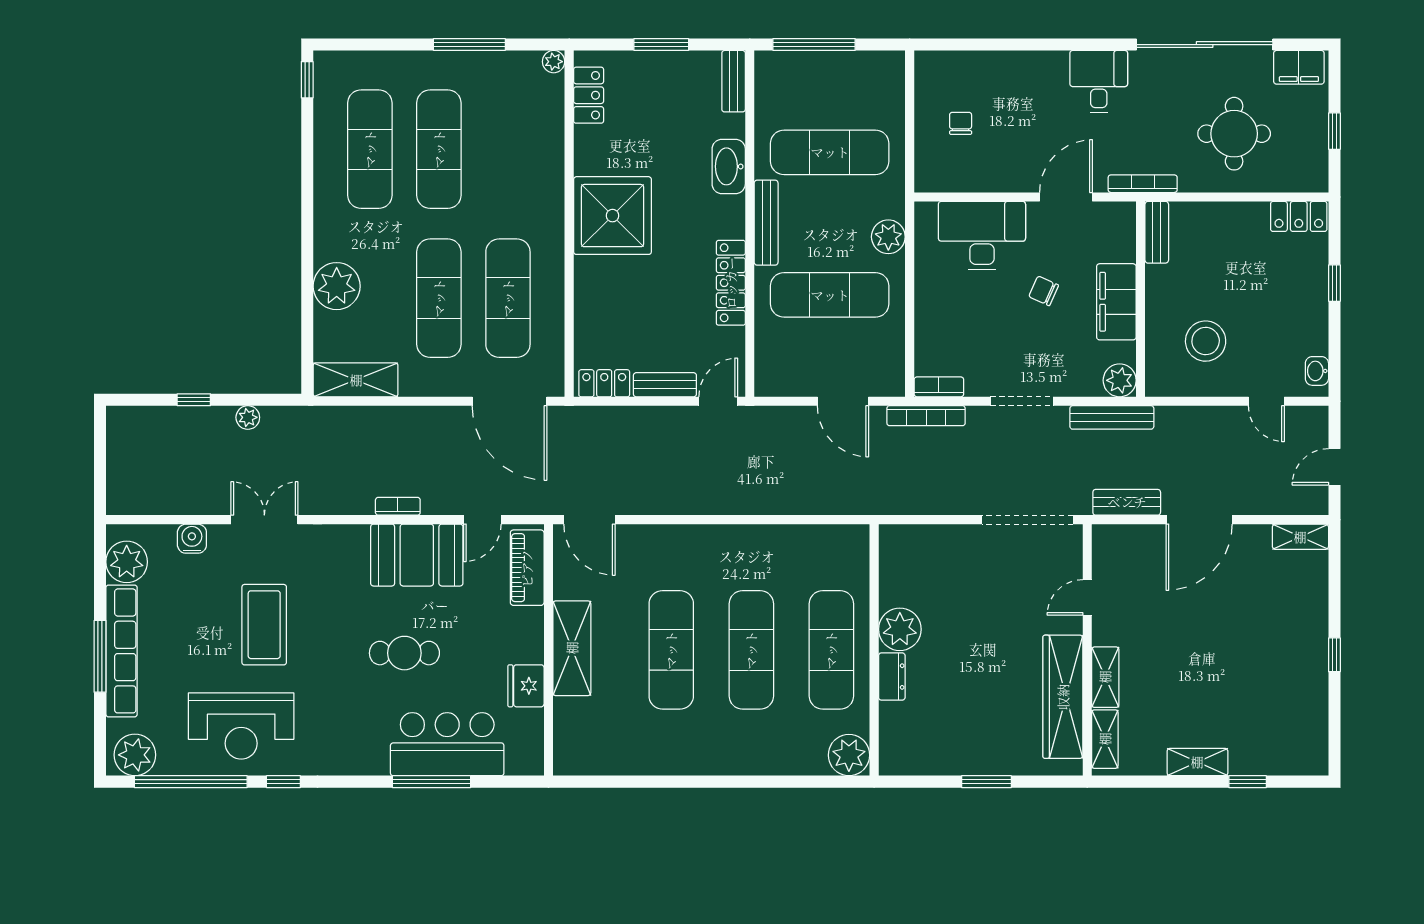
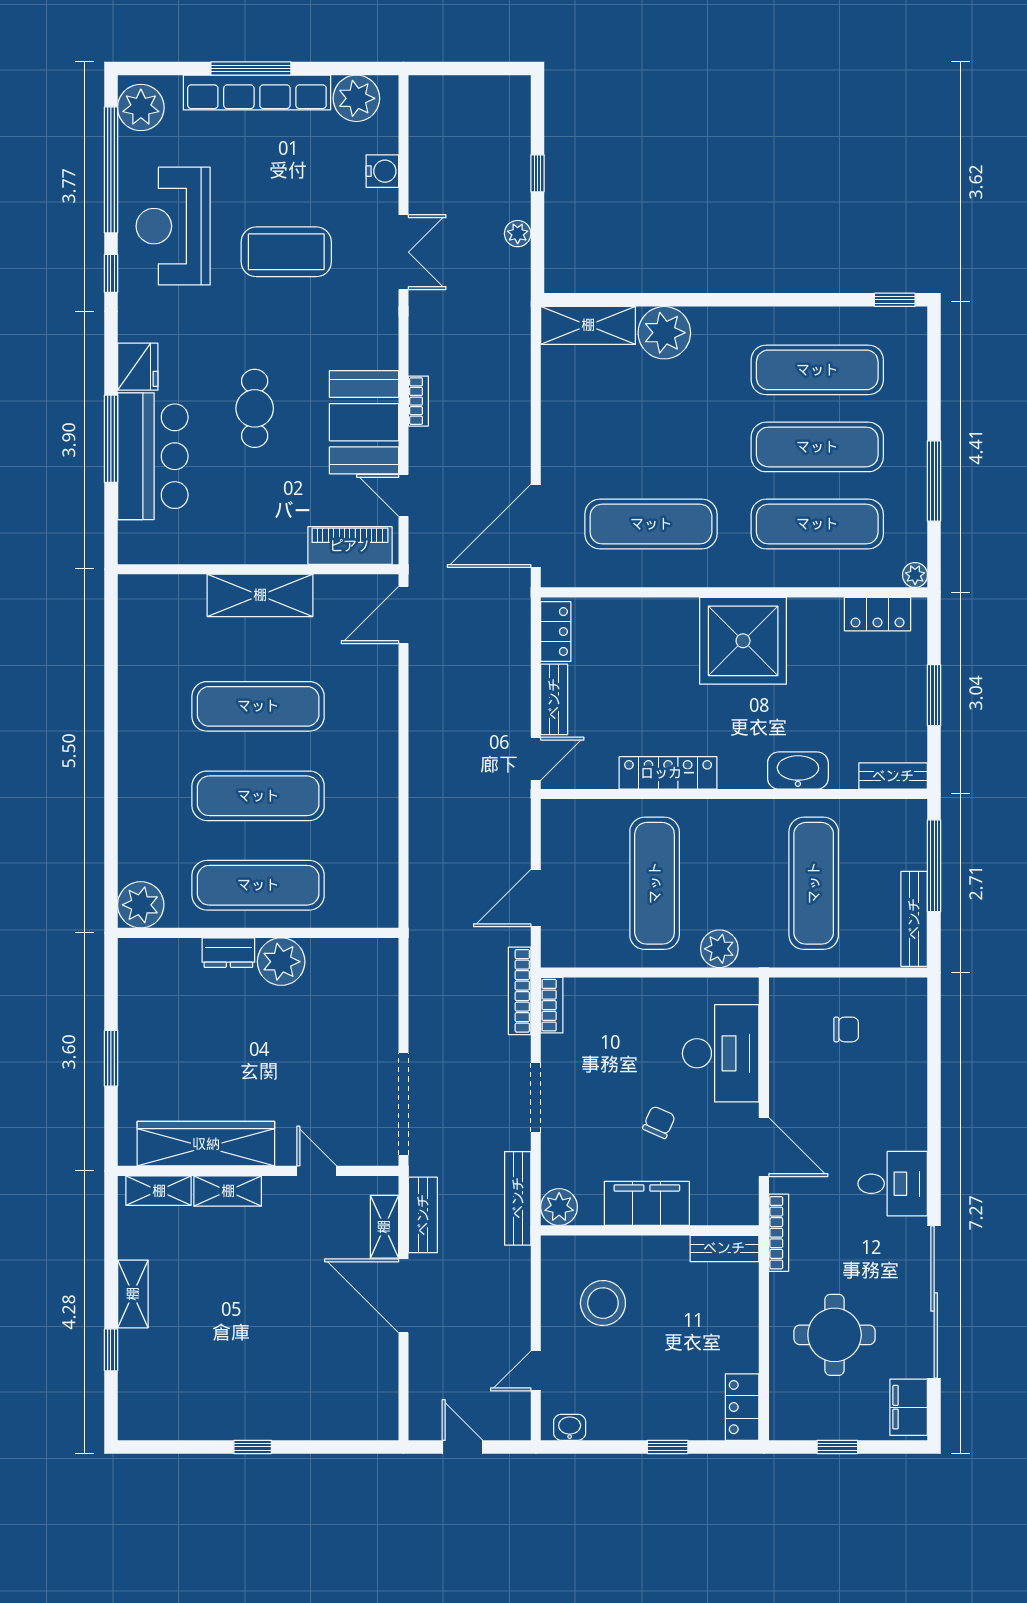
bench: (766, 223) -> (914, 919), moved, turned 90
exercise mat: (439, 298) -> (817, 524), moved
shelving: (356, 380) -> (588, 325), moved, turned 90
door: (718, 401) -> (536, 759), hinge flipped
shelving: (1300, 537) -> (384, 1227), moved
fridge: (526, 686) -> (138, 367), moved, turned 90

